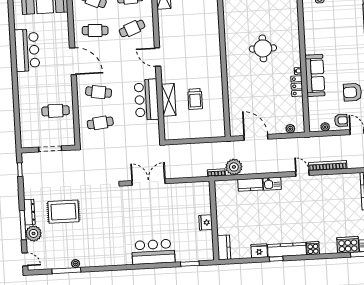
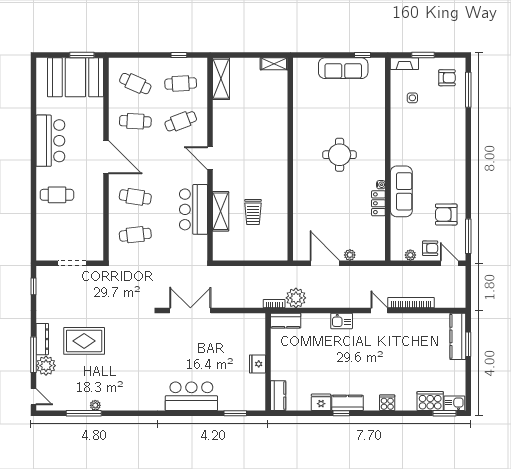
cafe table: (56, 111) -> (57, 195), moved
plant: (290, 129) -> (350, 255), moved
kitchen counter: (250, 185) -> (286, 321), moved
kitchen counter: (287, 250) -> (347, 403), width x0.67

